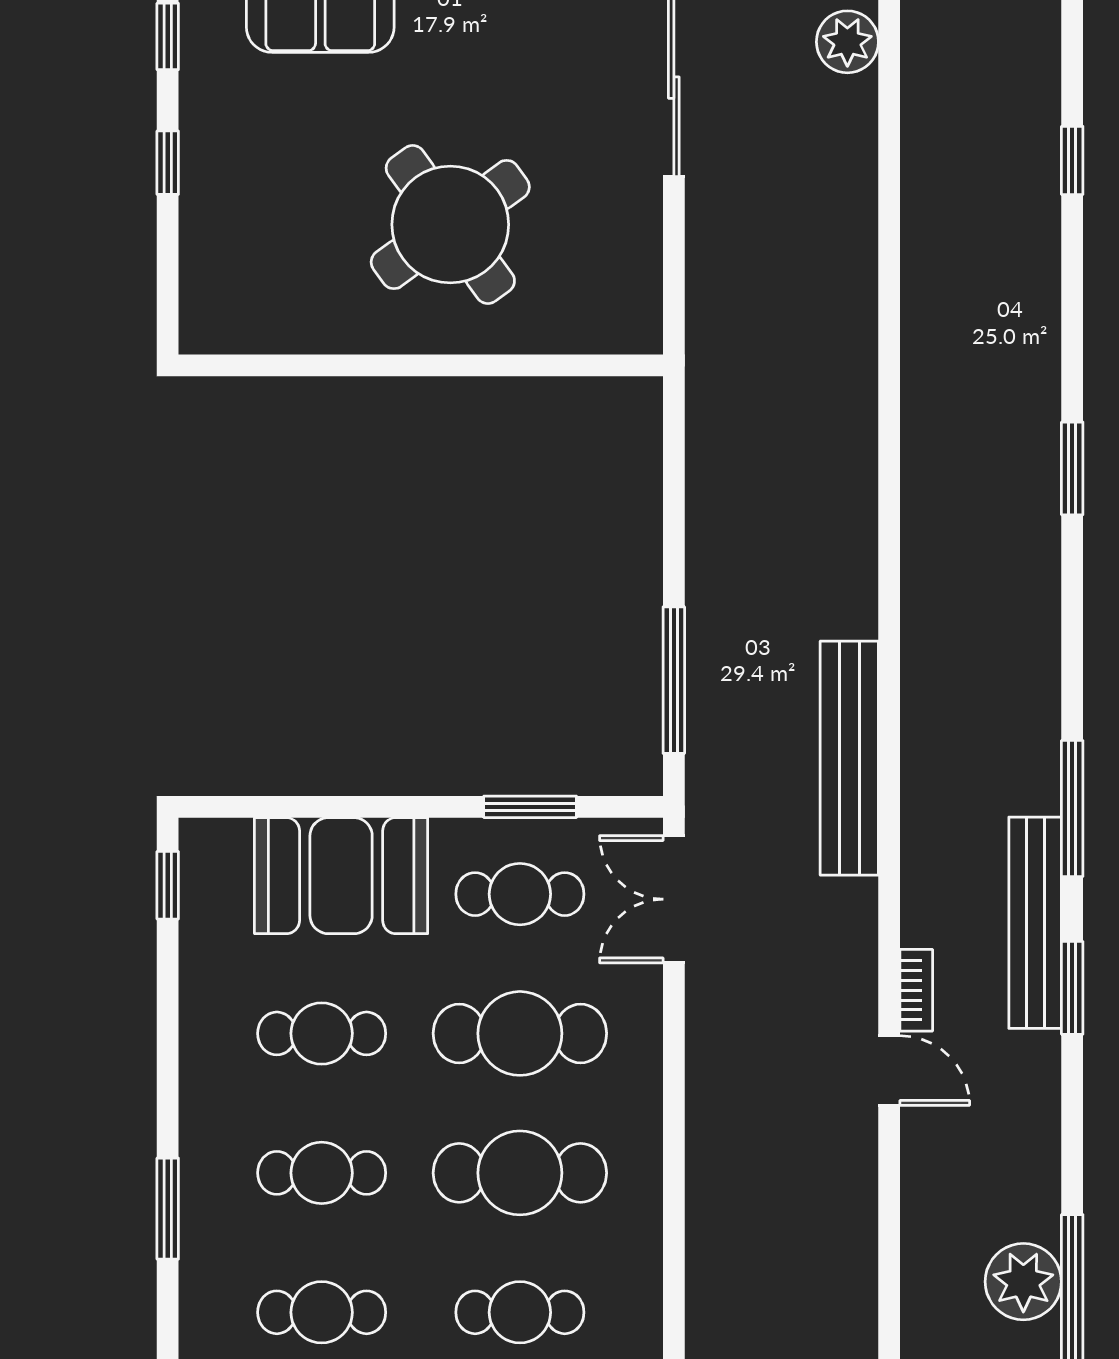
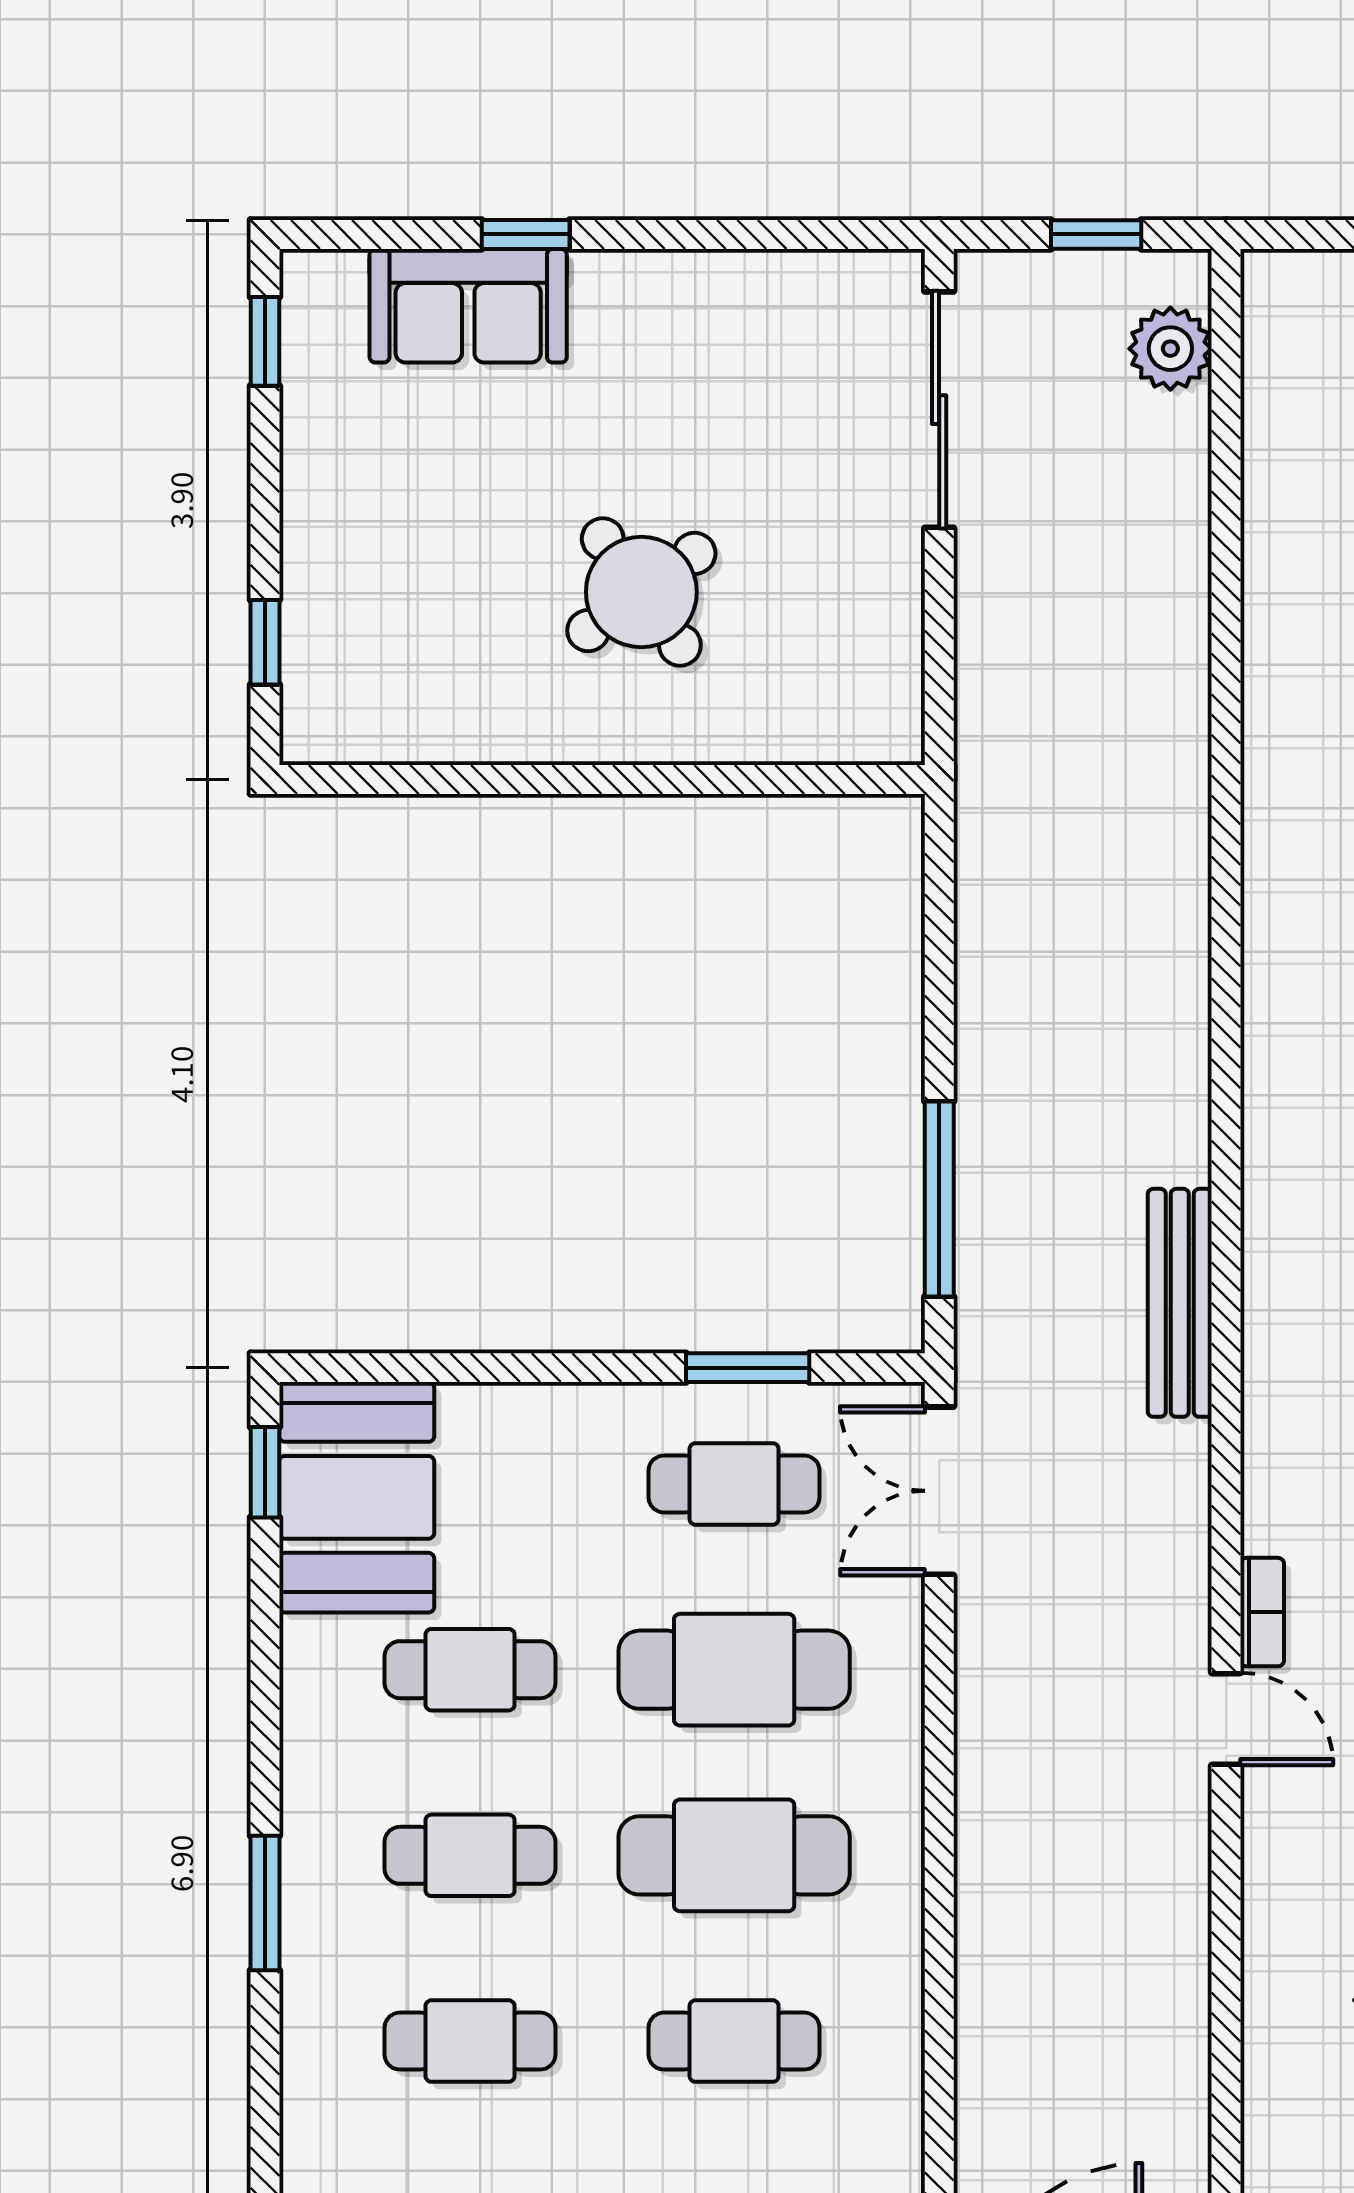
window: (168, 163) -> (265, 642), moved
round table: (450, 225) -> (641, 592), width x0.73, depth x0.73
bench: (849, 758) -> (1180, 1303), width x0.73, depth x0.82
booth: (341, 876) -> (357, 1497), moved, turned 90

